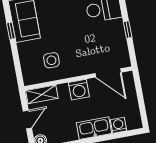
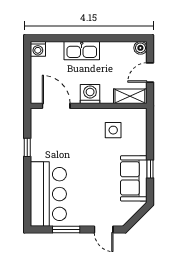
washing machine: (118, 125) -> (38, 49), moved

